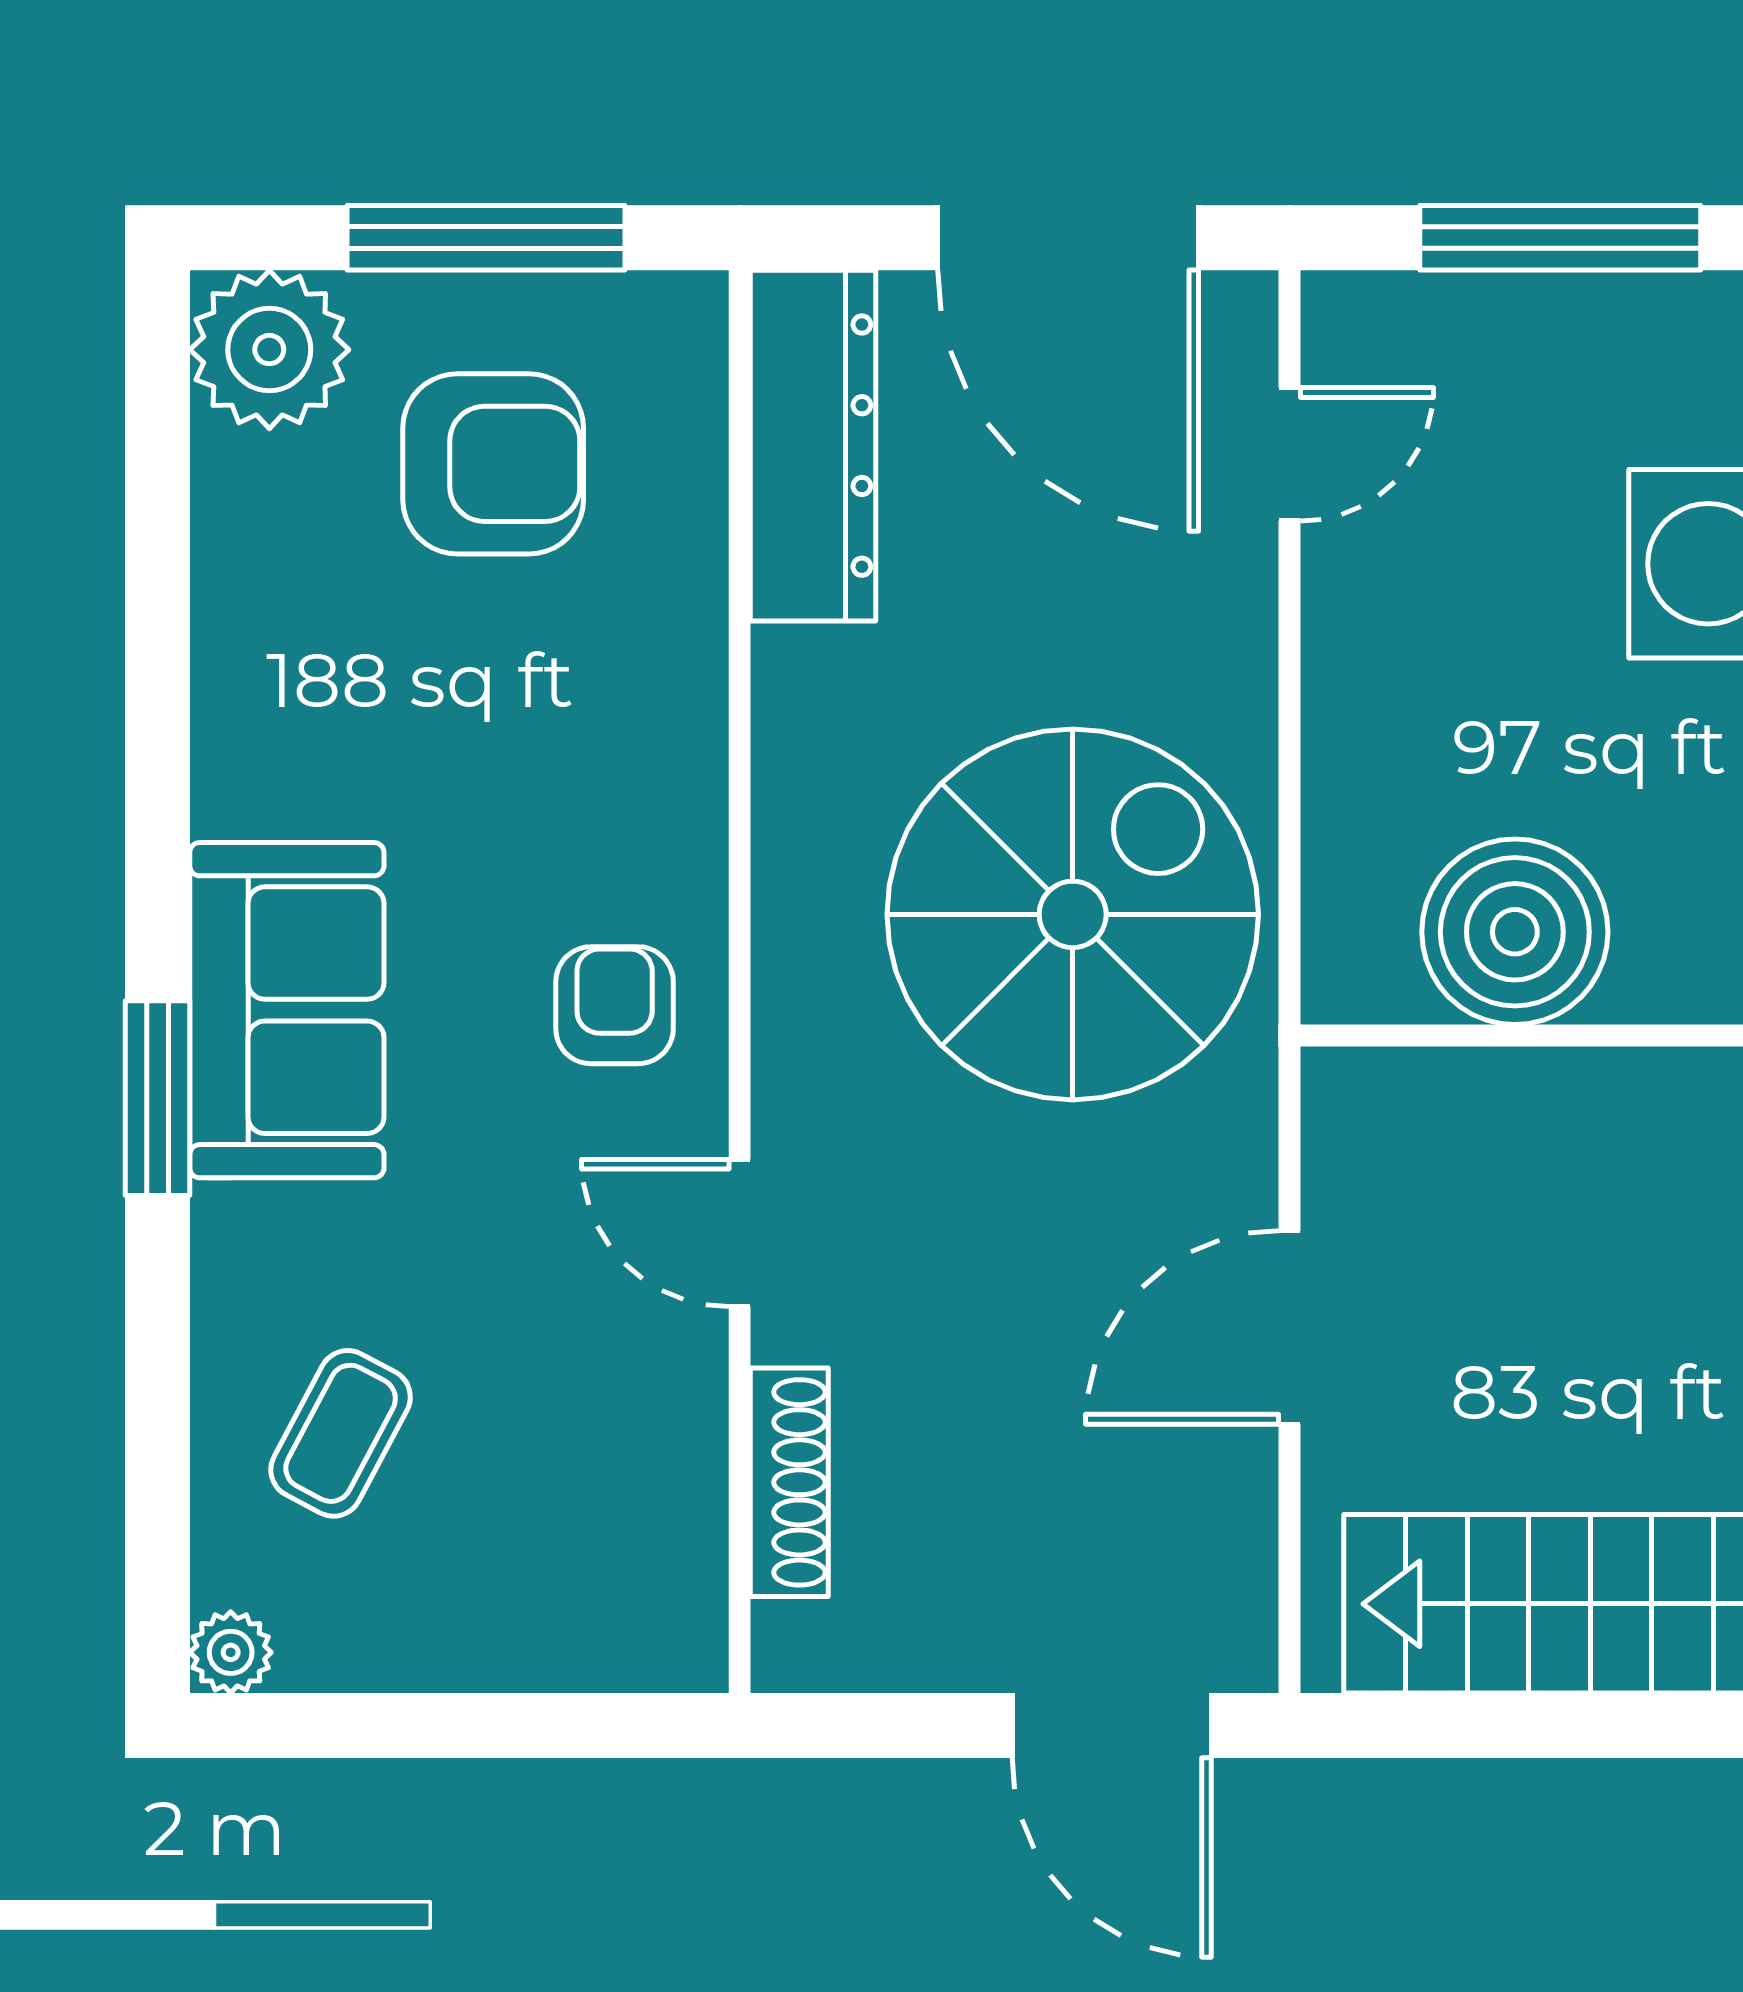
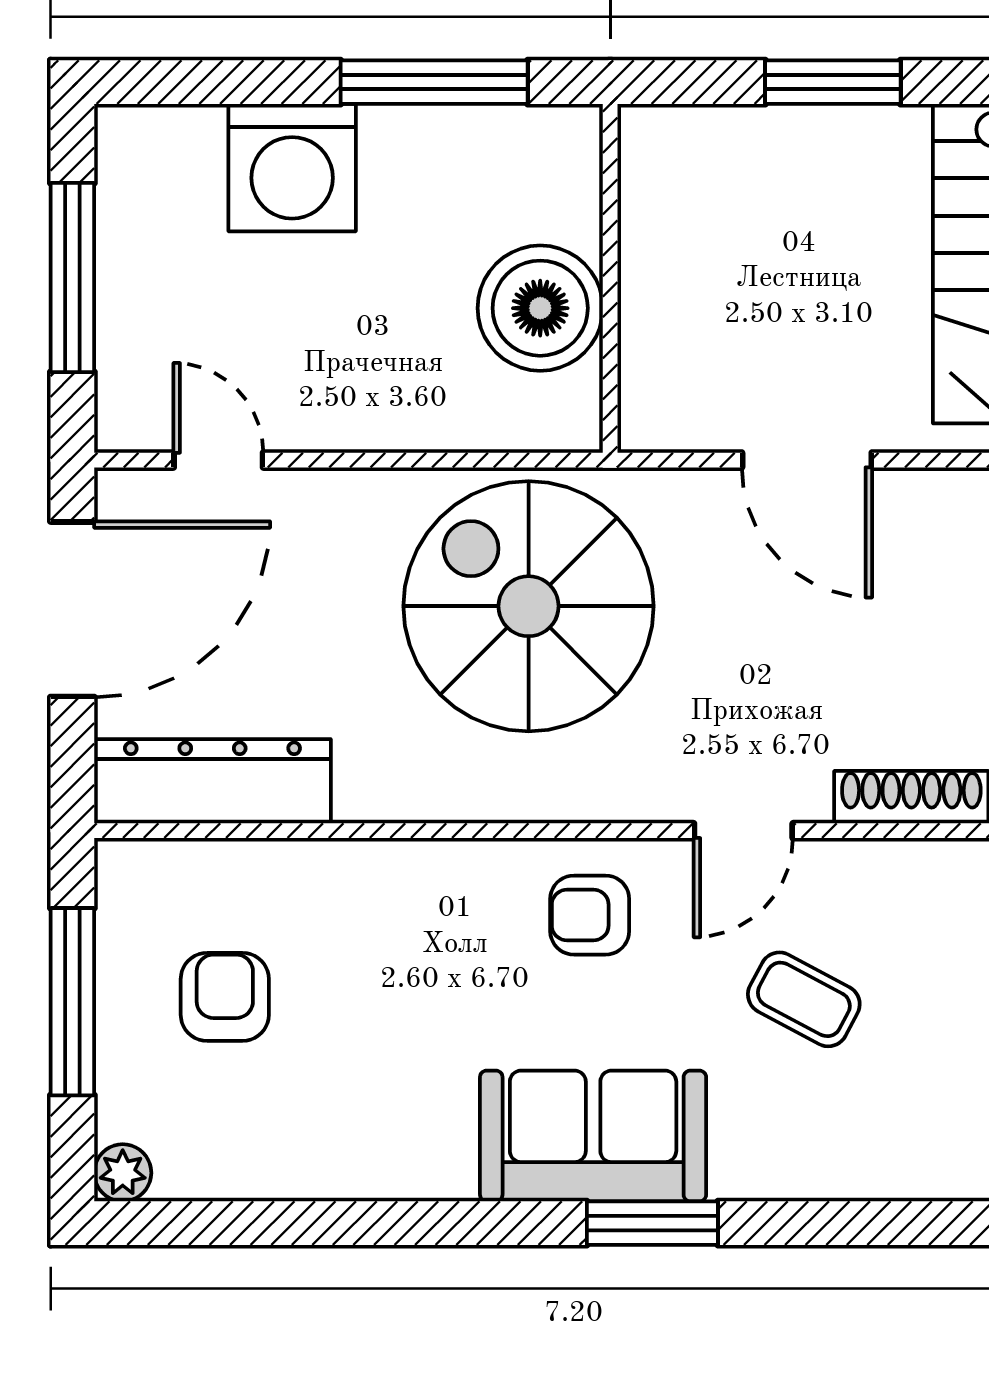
plant: (269, 350) -> (123, 1173), width x0.53, depth x0.53
armchair: (493, 464) -> (225, 997), width x0.72, depth x0.72
coffee table: (341, 1433) -> (804, 999), moved

